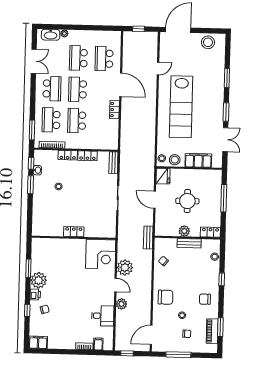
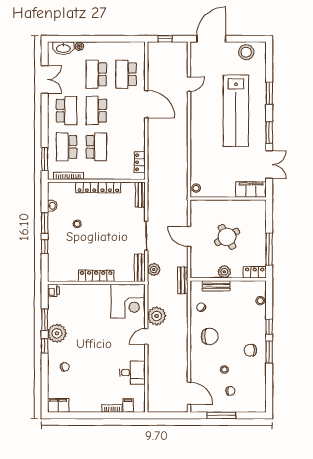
lab bench: (181, 107) -> (236, 111), moved
locker: (114, 110) -> (140, 162), moved
school desk: (77, 121) -> (96, 147), turned 180
stool: (175, 160) -> (211, 189), removed
filing cabinet: (198, 160) -> (251, 189), moved
window: (31, 163) -> (45, 247), moved
fridge: (163, 176) -> (198, 209), removed
window: (224, 198) -> (269, 249), moved
round table: (187, 201) -> (227, 237), turned -30
bench: (111, 226) -> (140, 268), added
locker: (74, 232) -> (96, 276), width x1.53
bench: (189, 243) -> (216, 286), moved
door: (115, 285) -> (146, 337), swing flipped
printer: (35, 294) -> (53, 290), moved
chair: (166, 297) -> (210, 336), moved
plant: (121, 304) -> (154, 269), moved
window: (27, 310) -> (45, 346), moved
window: (220, 327) -> (269, 352), moved
piano: (212, 331) -> (260, 387), removed
door: (151, 335) -> (189, 393), swing flipped
window: (127, 353) -> (162, 415), removed

